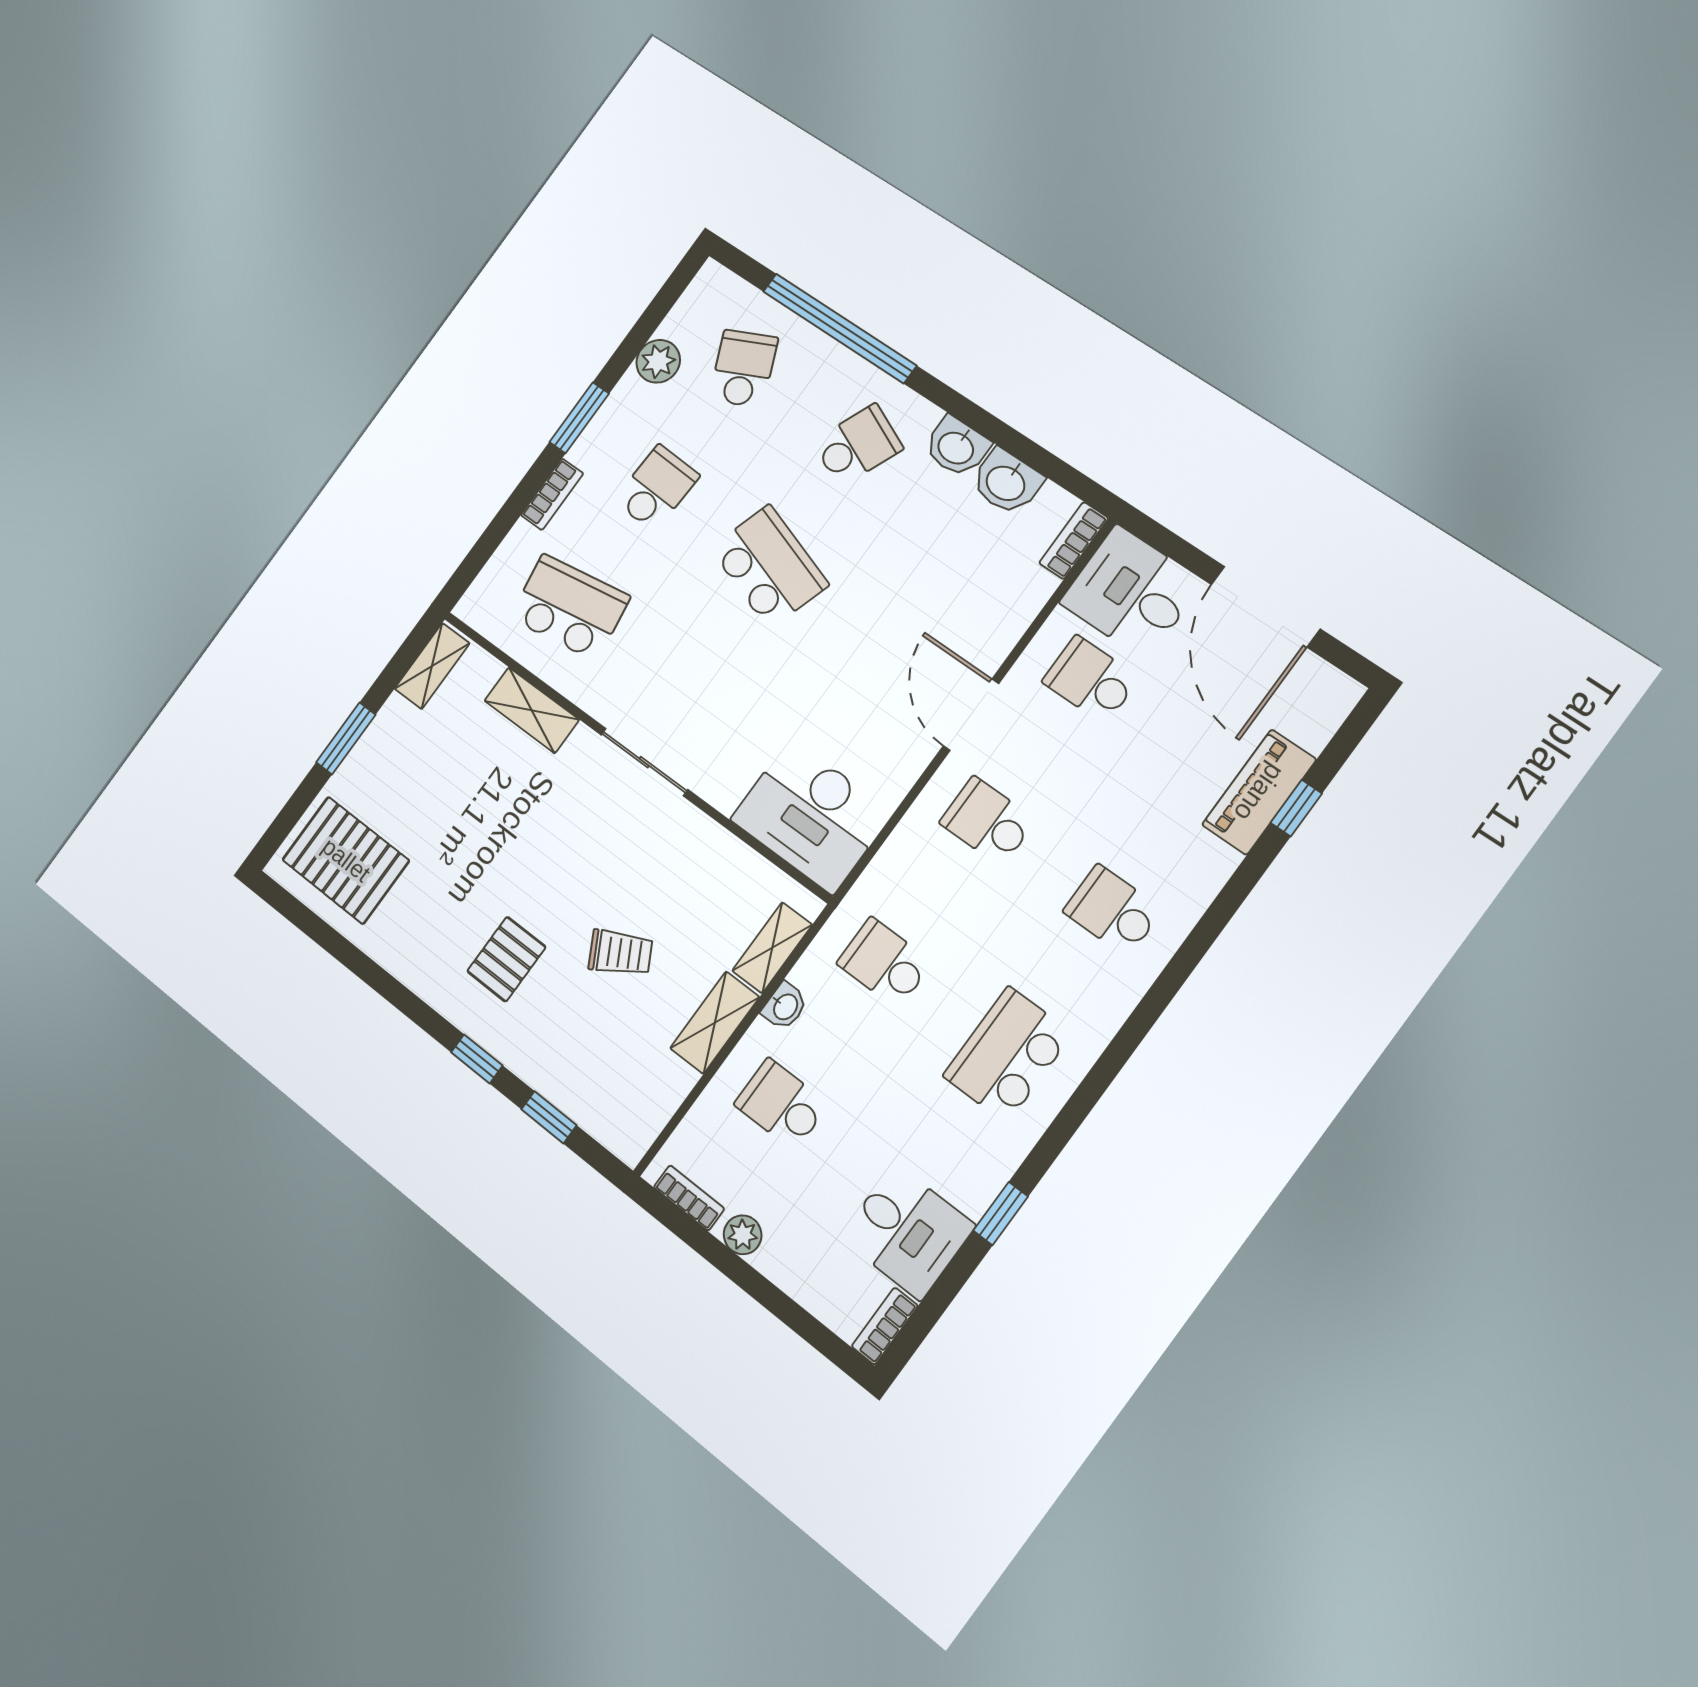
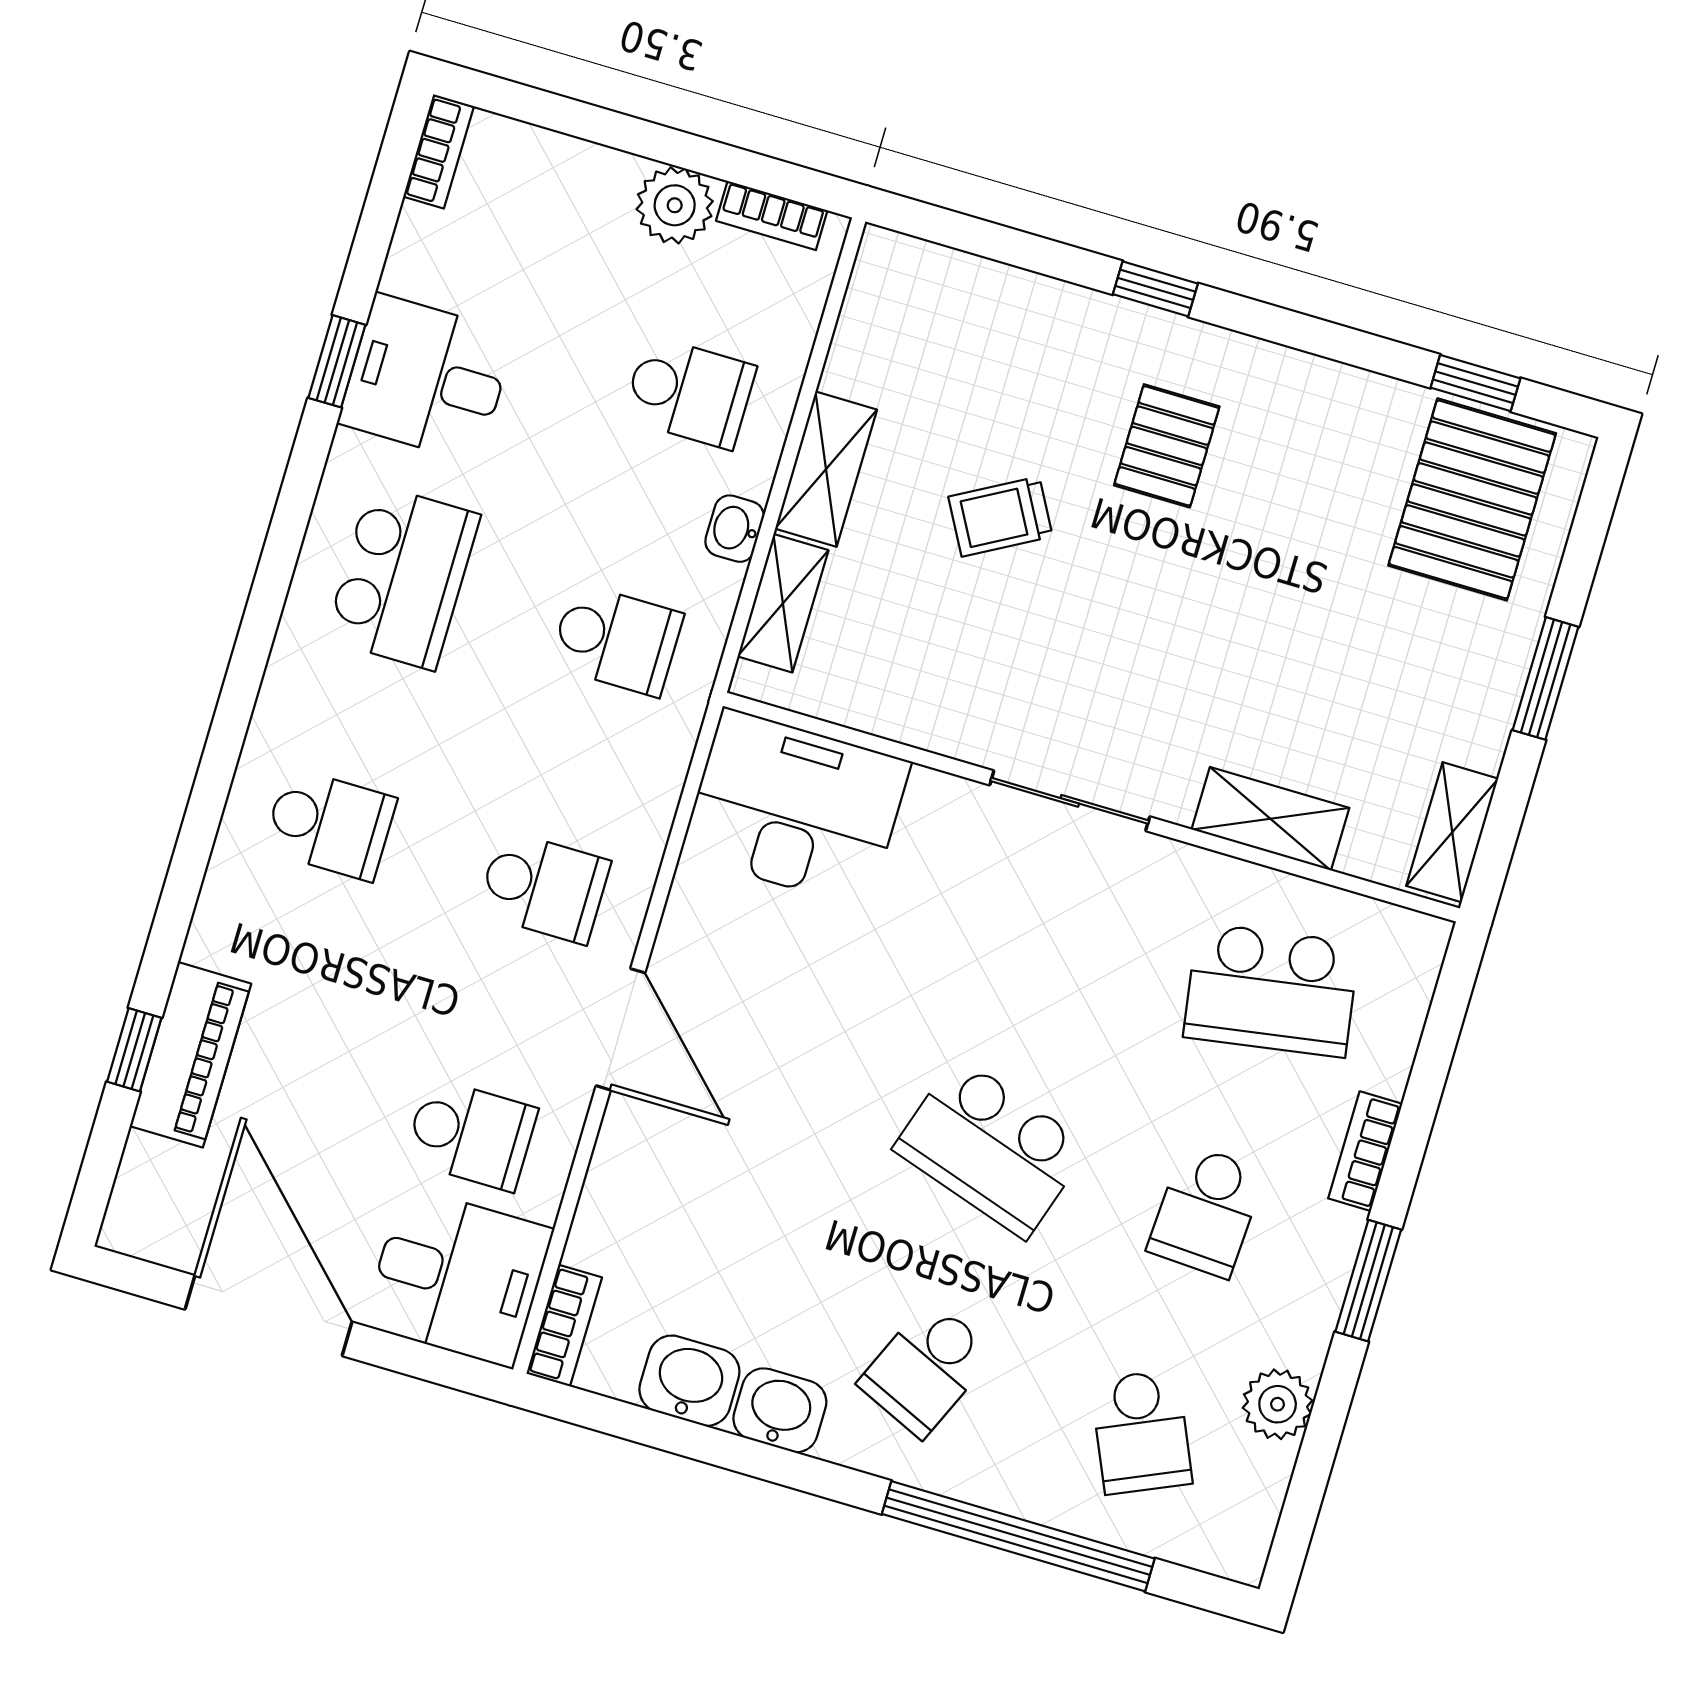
pallet: (346, 860) -> (1472, 499), turned 90
window: (549, 1117) -> (1475, 383), moved
desk: (907, 1231) -> (427, 378), moved
plant: (743, 1235) -> (675, 205), width x1.38, depth x1.38

